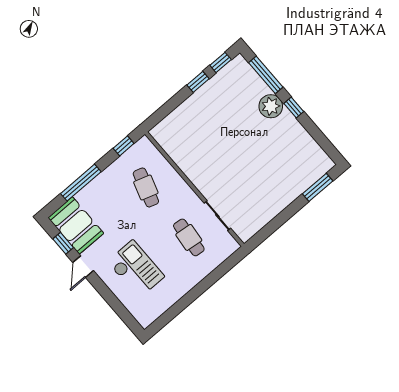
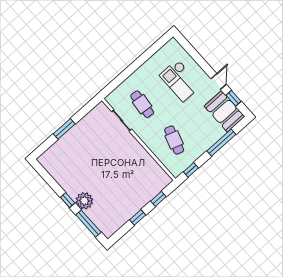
window: (221, 62) -> (158, 199), moved
window: (318, 187) -> (64, 129), moved

